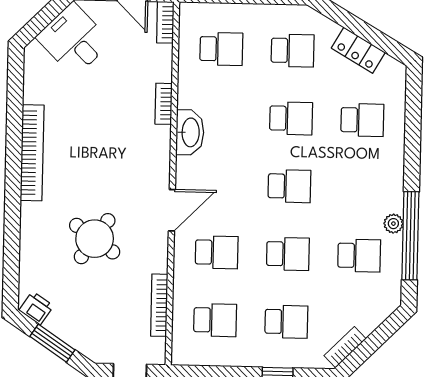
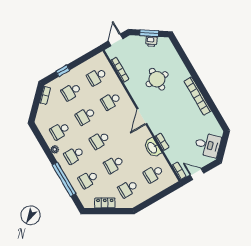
washbasin: (190, 132) -> (152, 148), moved
school desk: (361, 188) -> (74, 155), added
door: (172, 210) -> (142, 116), moved
window: (410, 236) -> (64, 179), moved
round table: (95, 239) -> (157, 79), turned -35
printer: (36, 308) -> (151, 41), moved

